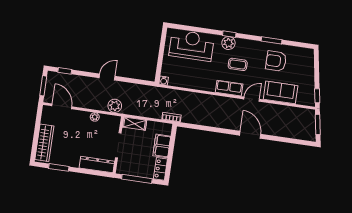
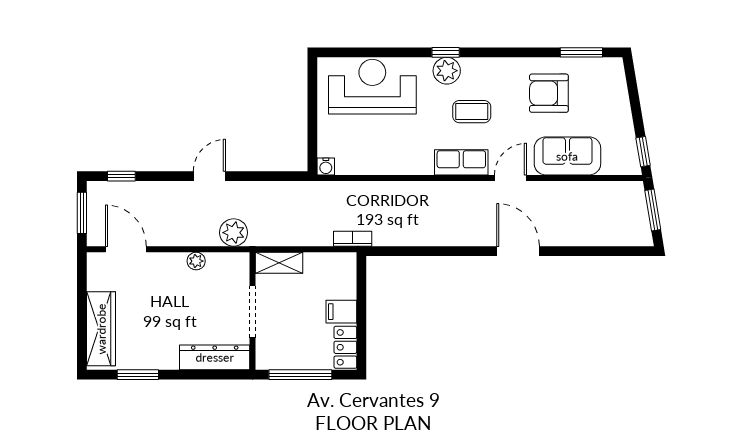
window: (272, 40) -> (581, 52), moved
filing cabinet: (162, 146) -> (341, 312), width x0.50

